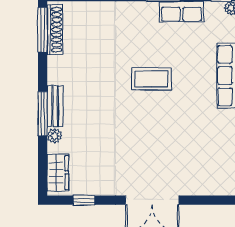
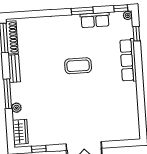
bench: (55, 106) -> (14, 69), moved

